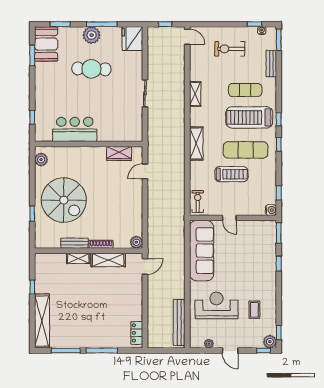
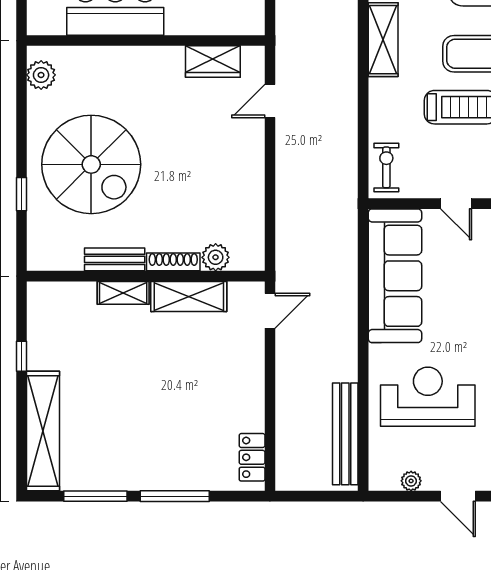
plant: (136, 242) -> (216, 257), moved

